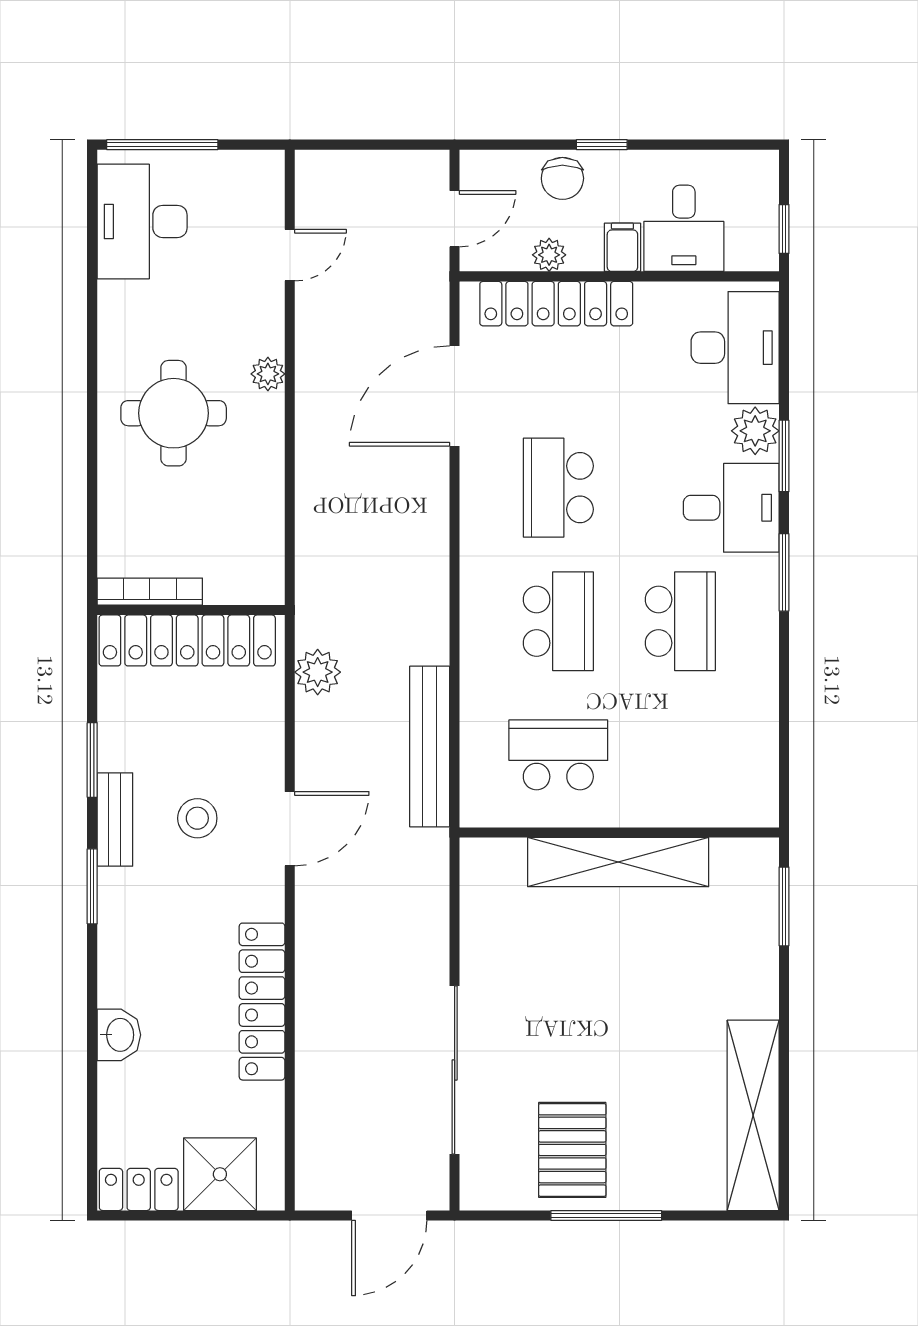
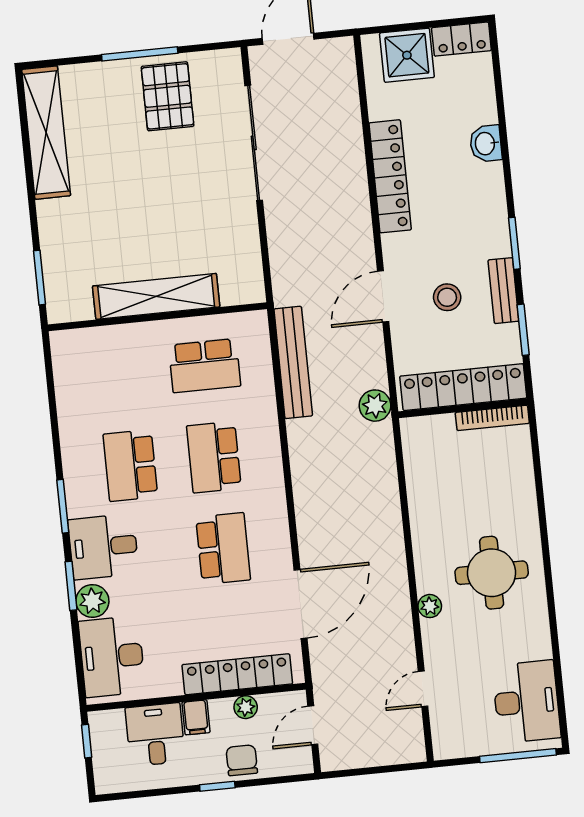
bookcase: (150, 592) -> (492, 418), moved
wall: (191, 610) -> (463, 408), moved
locker: (187, 640) -> (463, 387), moved

